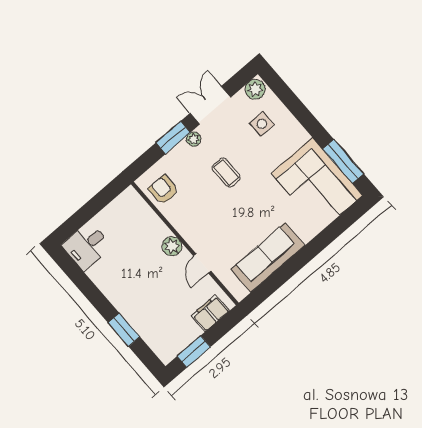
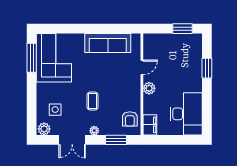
window: (173, 138) -> (116, 140), moved
desk: (87, 246) -> (186, 114), width x1.87, depth x1.30
filing cabinet: (210, 313) -> (150, 125), moved, turned -90

